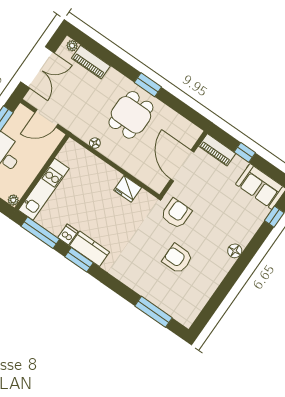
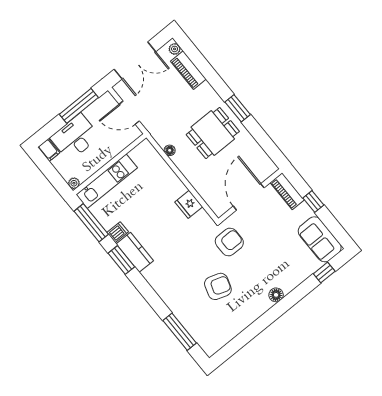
armchair: (177, 259) -> (218, 286), turned 108

